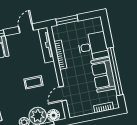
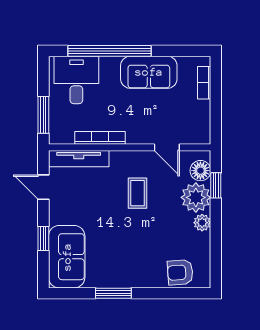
desk: (93, 46) -> (76, 80), moved
window: (115, 71) -> (110, 51), moved

